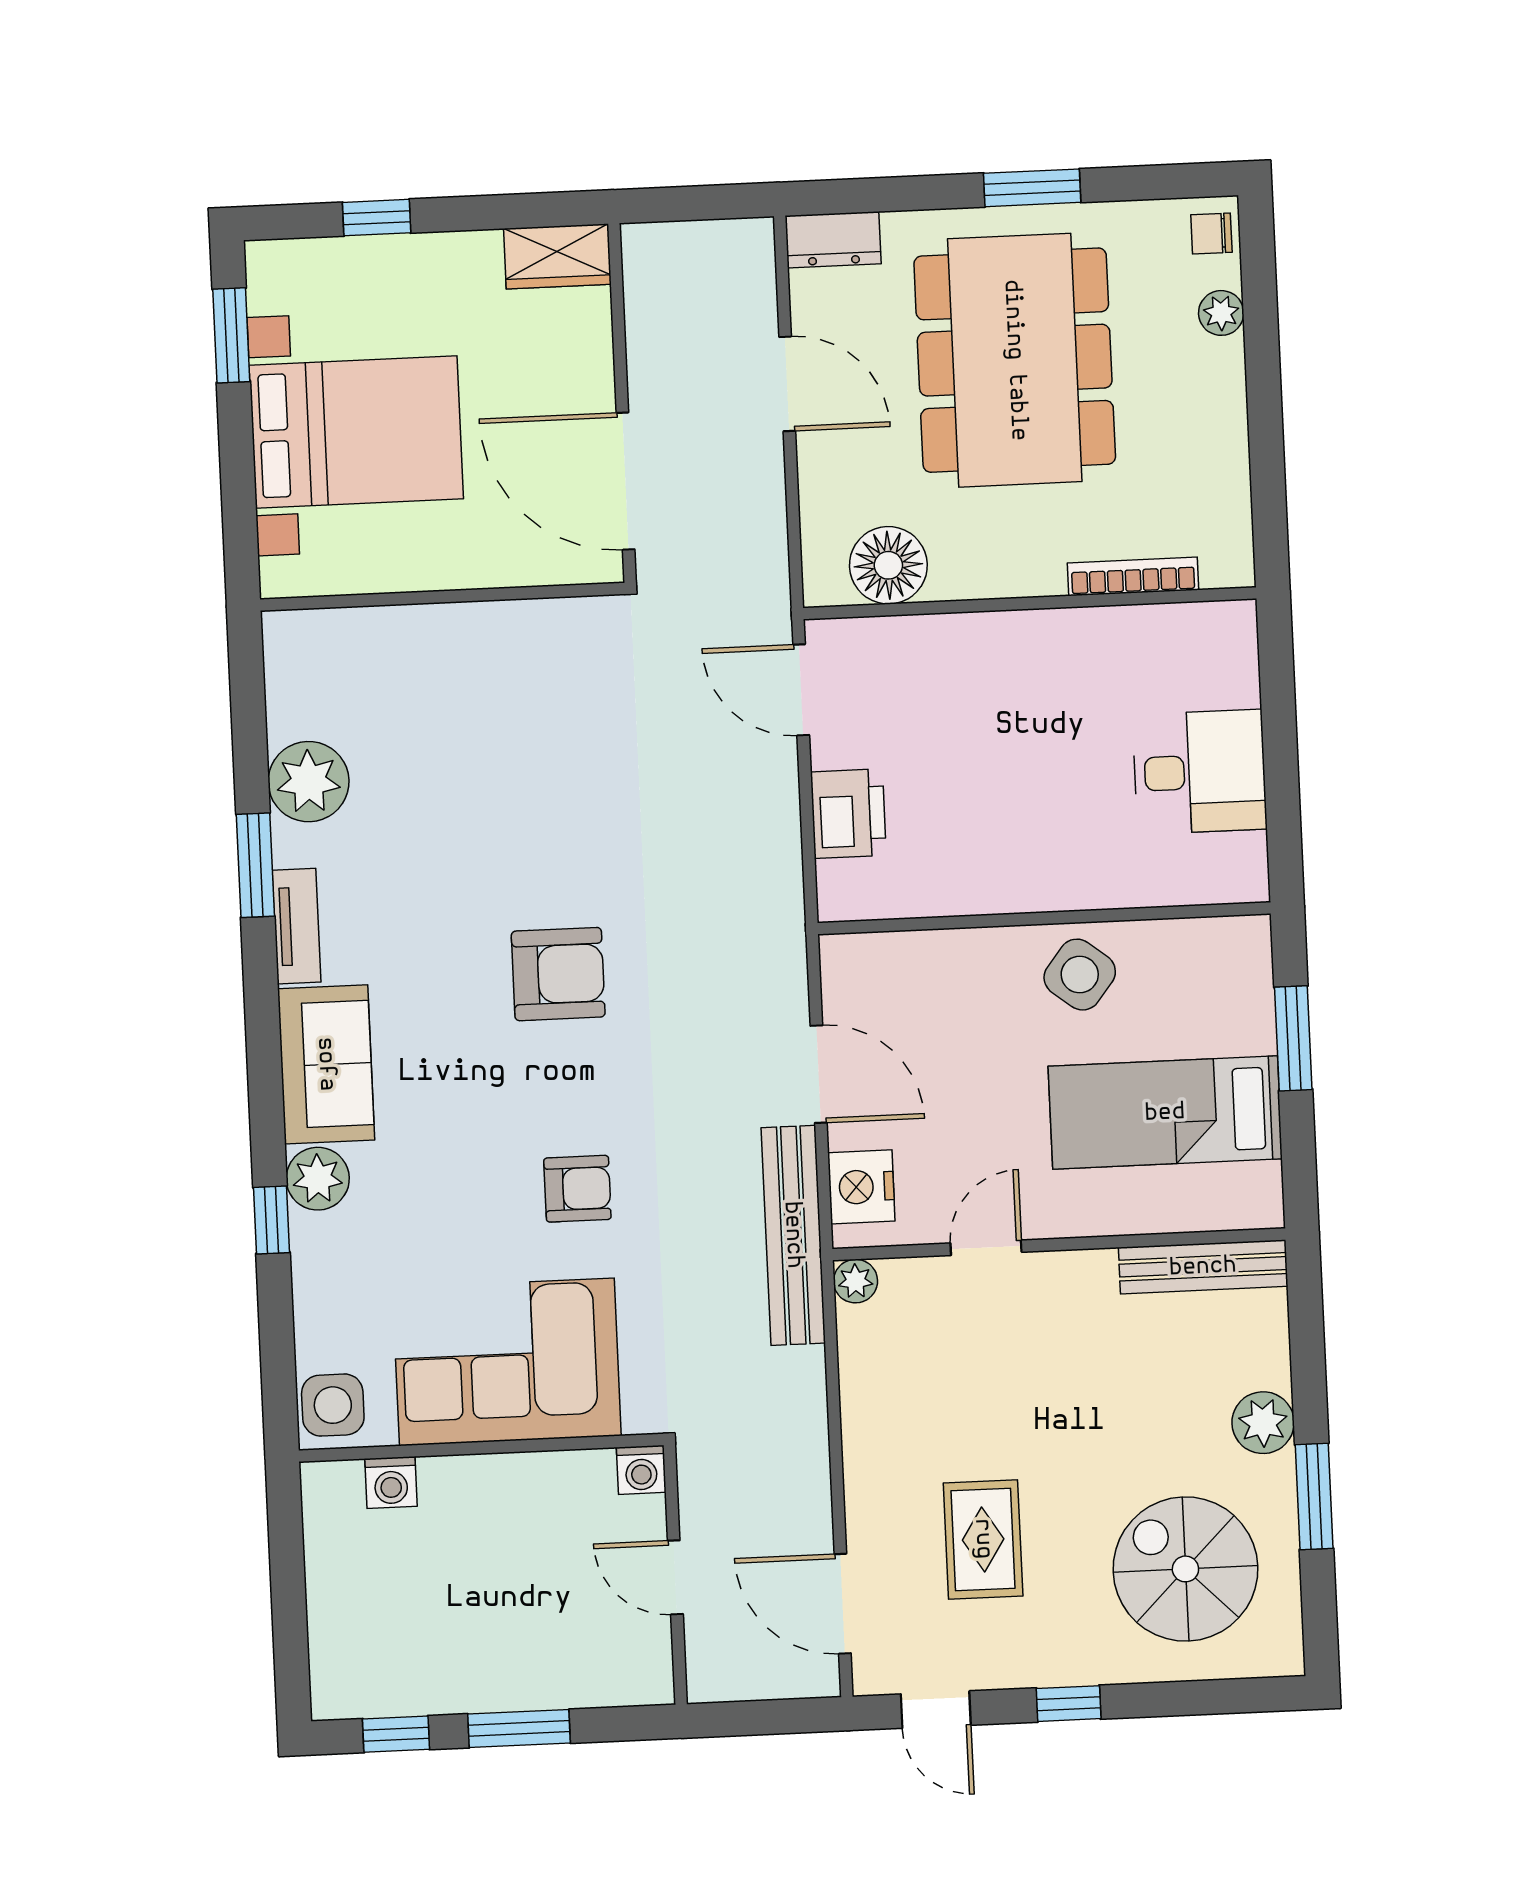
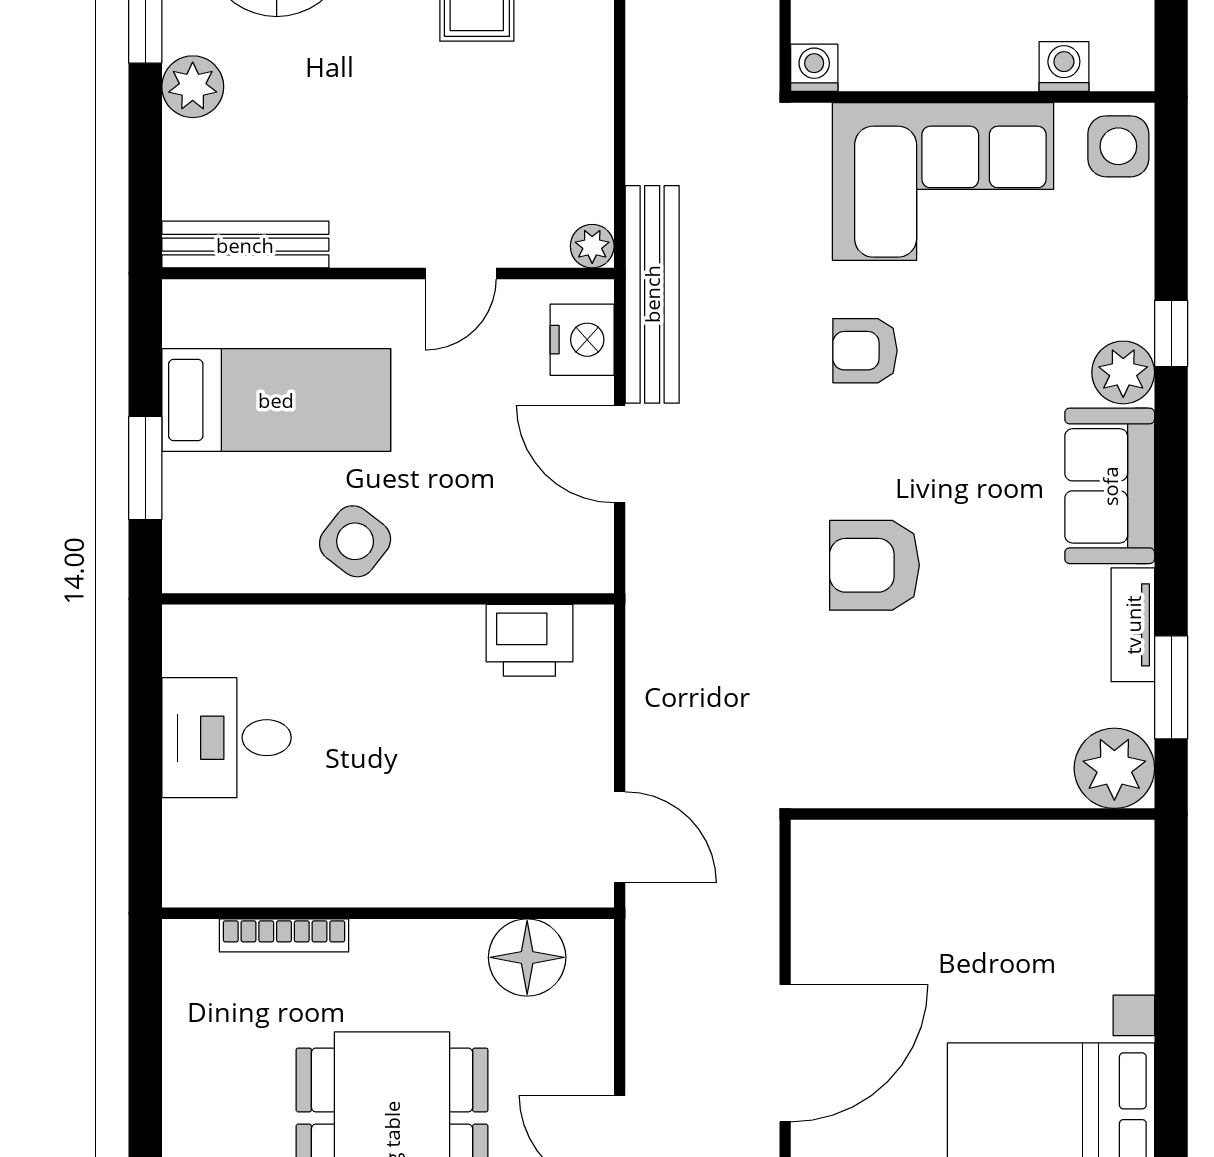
door: (626, 481) -> (785, 1053), hinge flipped
wall: (443, 597) -> (973, 814), moved
printer: (848, 814) -> (529, 640), moved, turned -90

